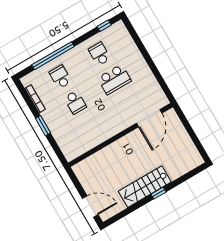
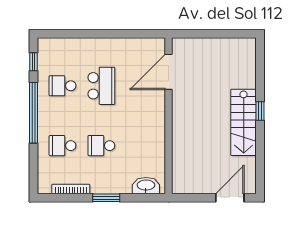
window: (53, 56) -> (33, 113), moved
school desk: (75, 102) -> (101, 146), turned 180
door: (149, 118) -> (169, 72), swing flipped
washbasin: (66, 147) -> (146, 186), added

